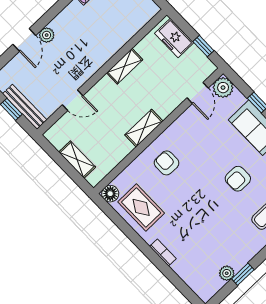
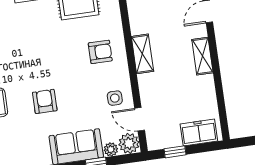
shelving: (125, 66) -> (202, 56), moved
plant: (238, 99) -> (111, 149), added
side table: (195, 125) -> (115, 98), added

